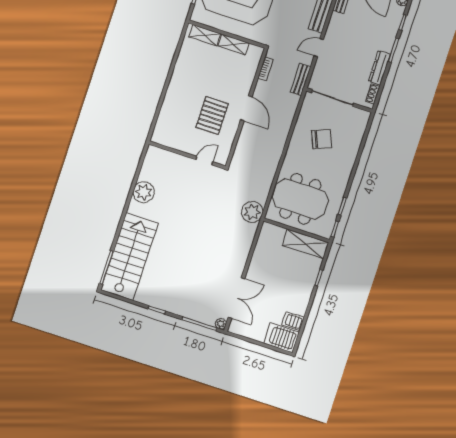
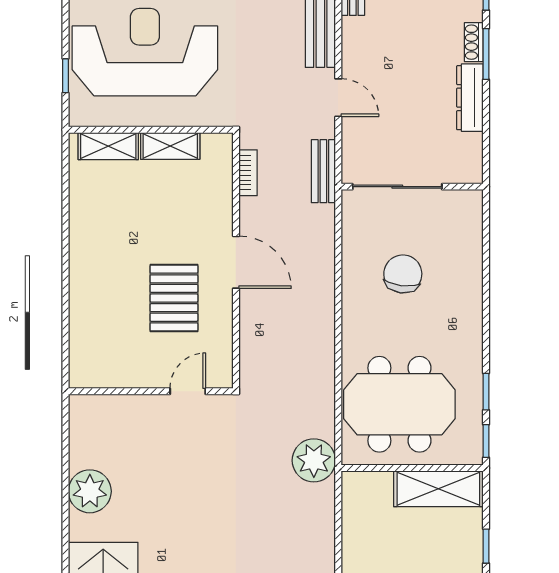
door: (319, 48) -> (338, 98), swing flipped
shoe rack: (373, 94) -> (474, 42), moved
chair: (322, 139) -> (403, 274), turned -61

